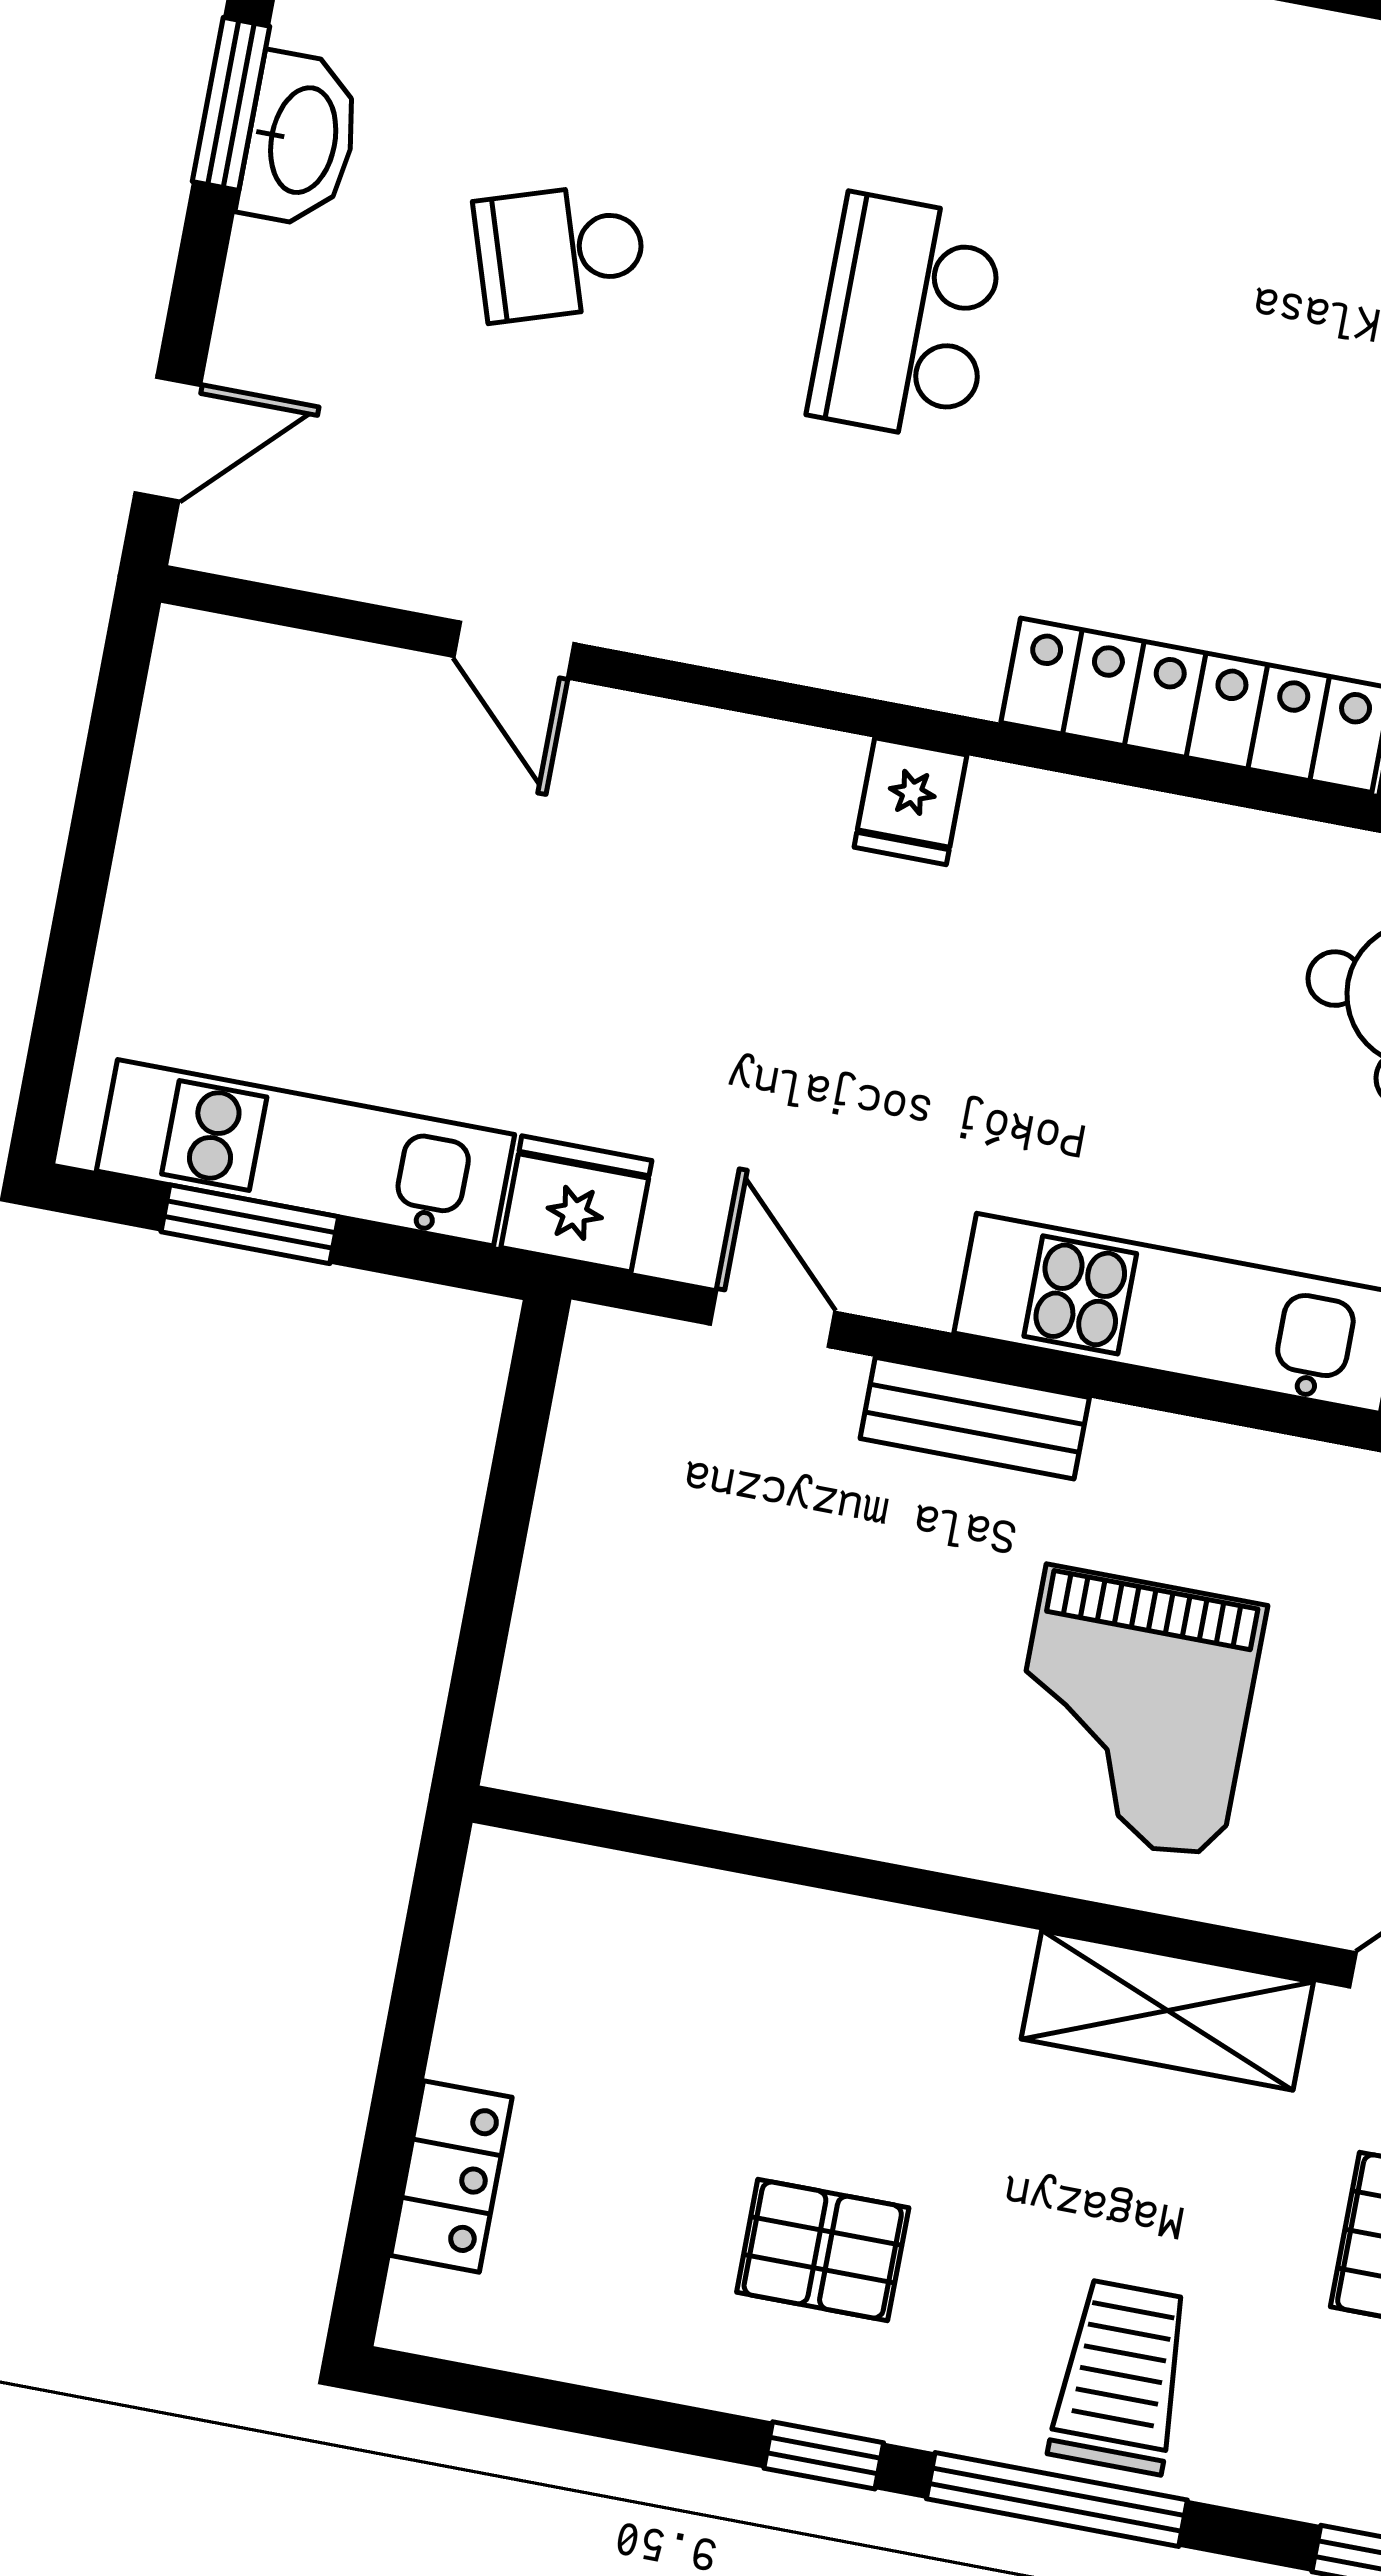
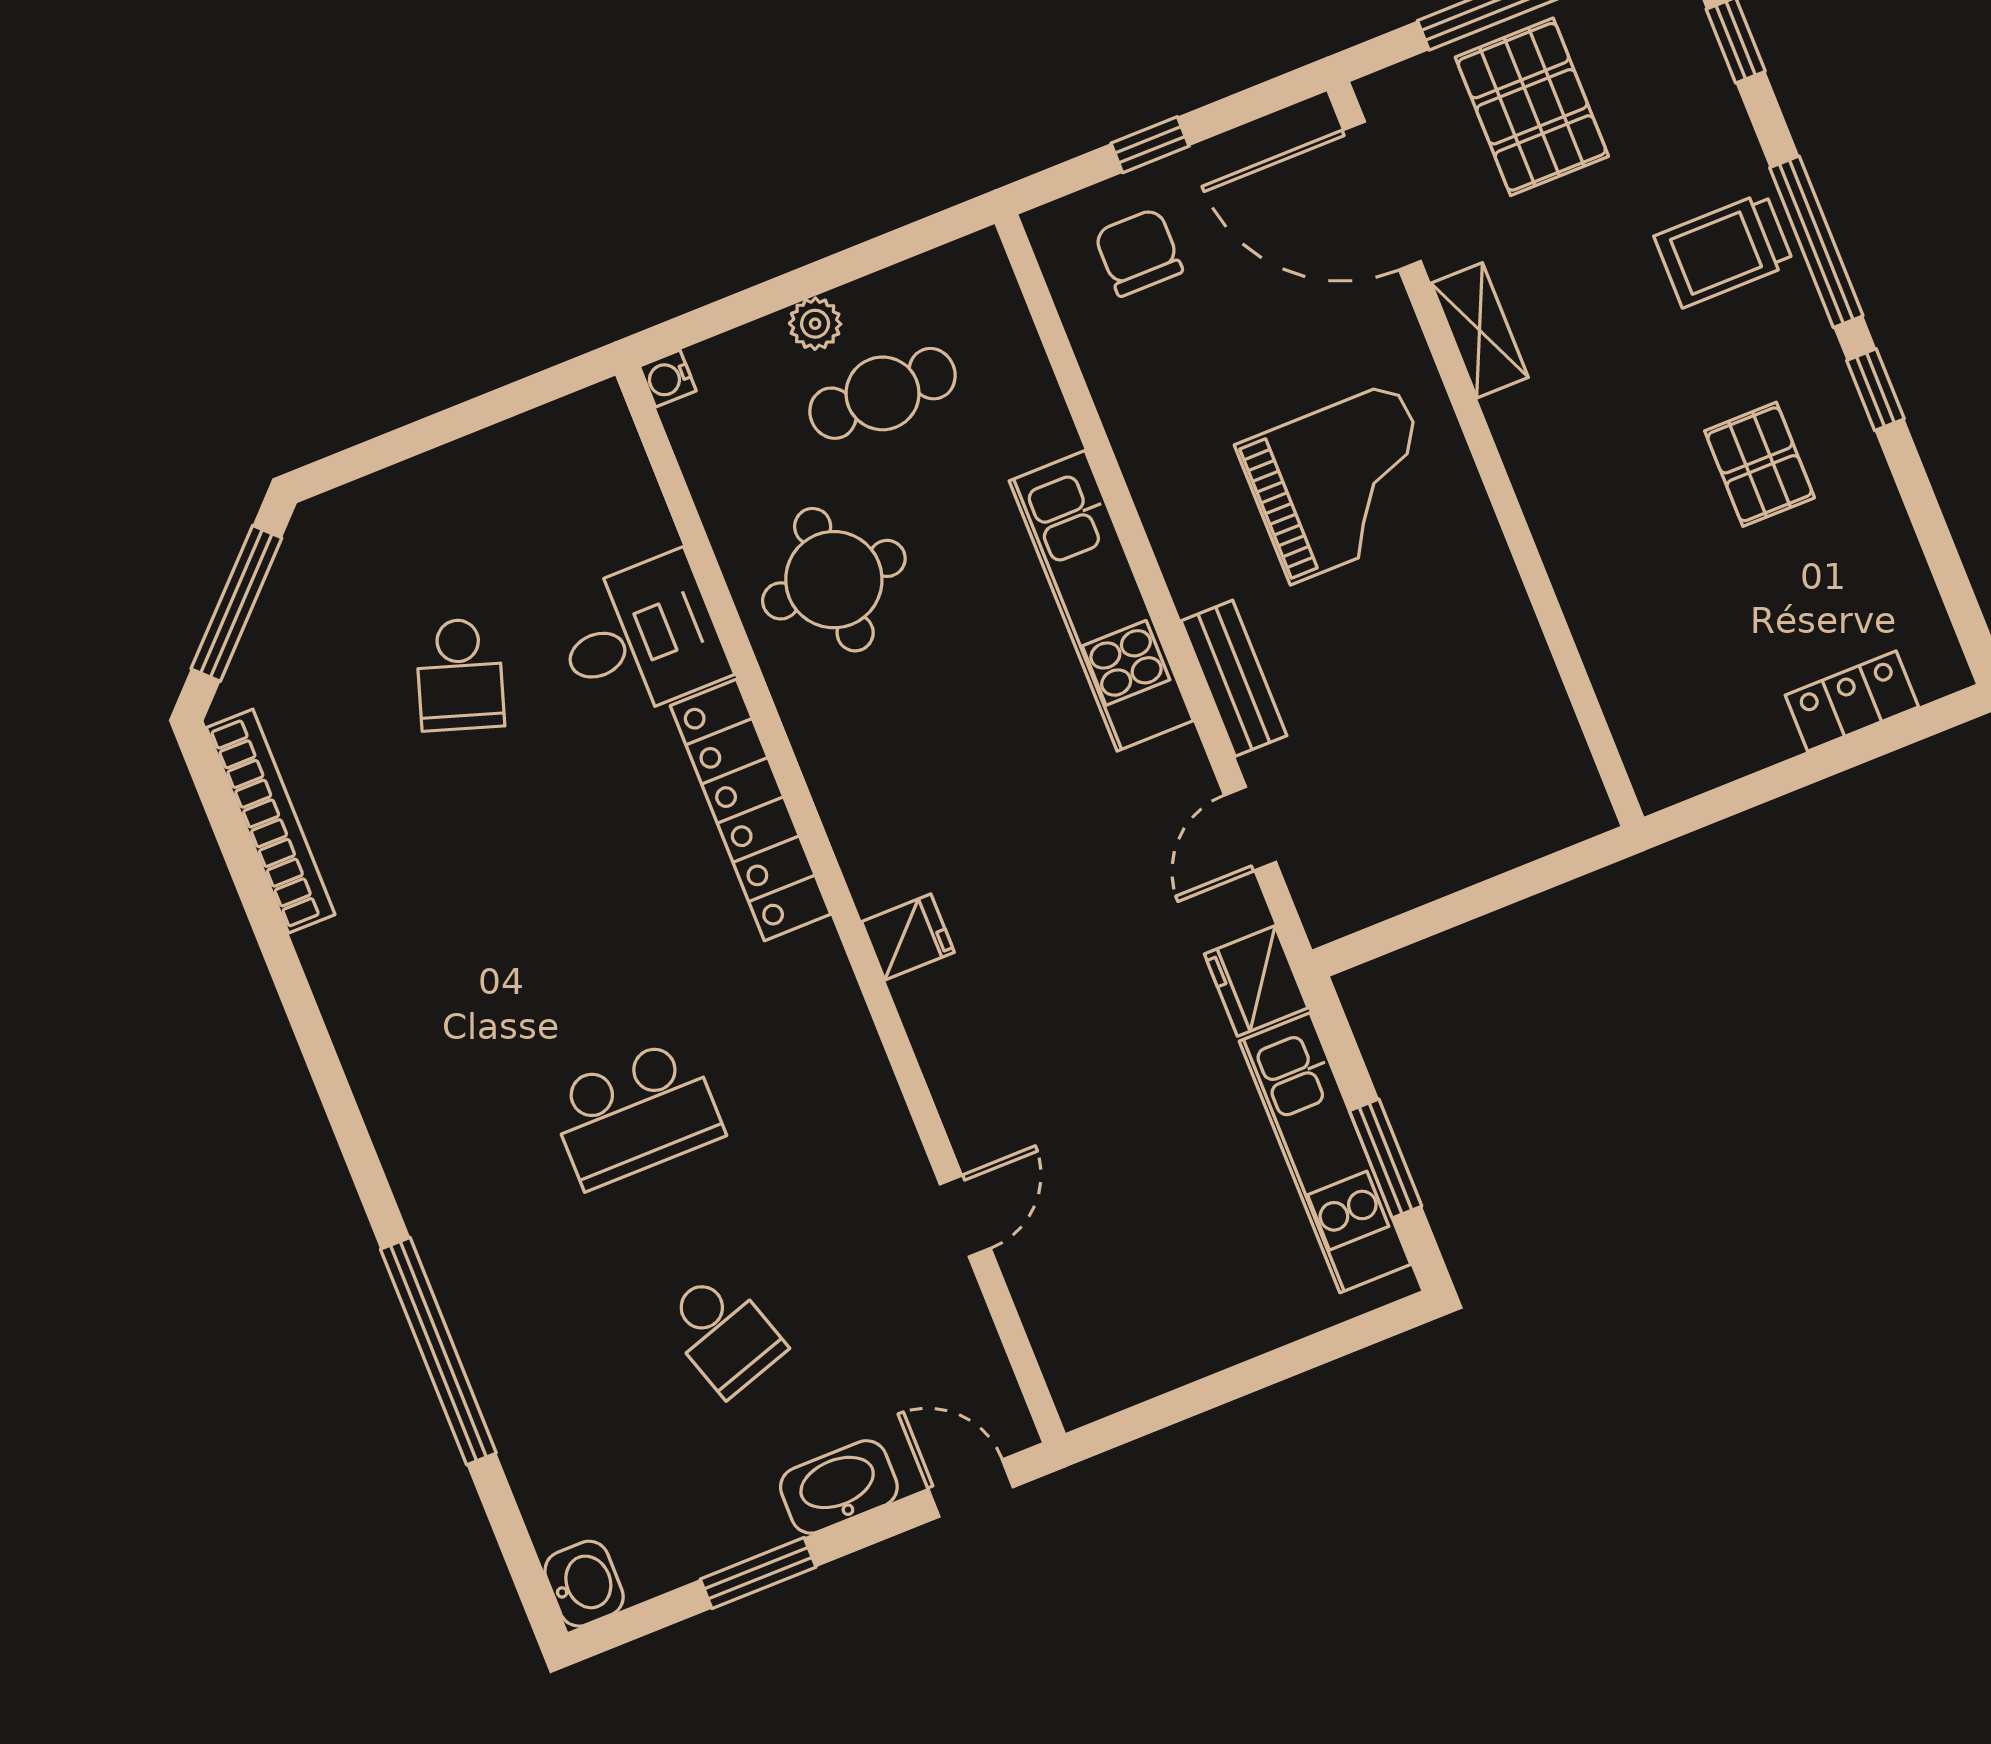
washbasin: (300, 140) -> (839, 1487), moved
shelving: (1167, 2010) -> (1480, 330), width x0.67, depth x0.75

